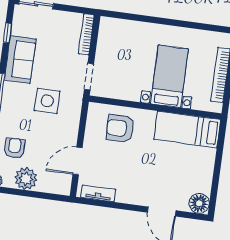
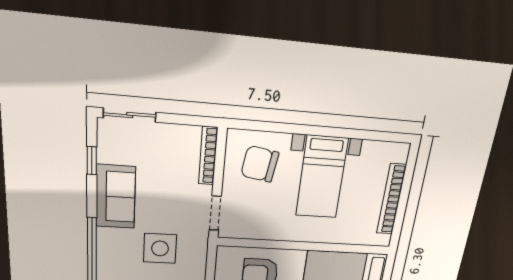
chair: (122, 42) -> (260, 164), added
bed with nightstands: (169, 76) -> (322, 177), moved, turned 180

